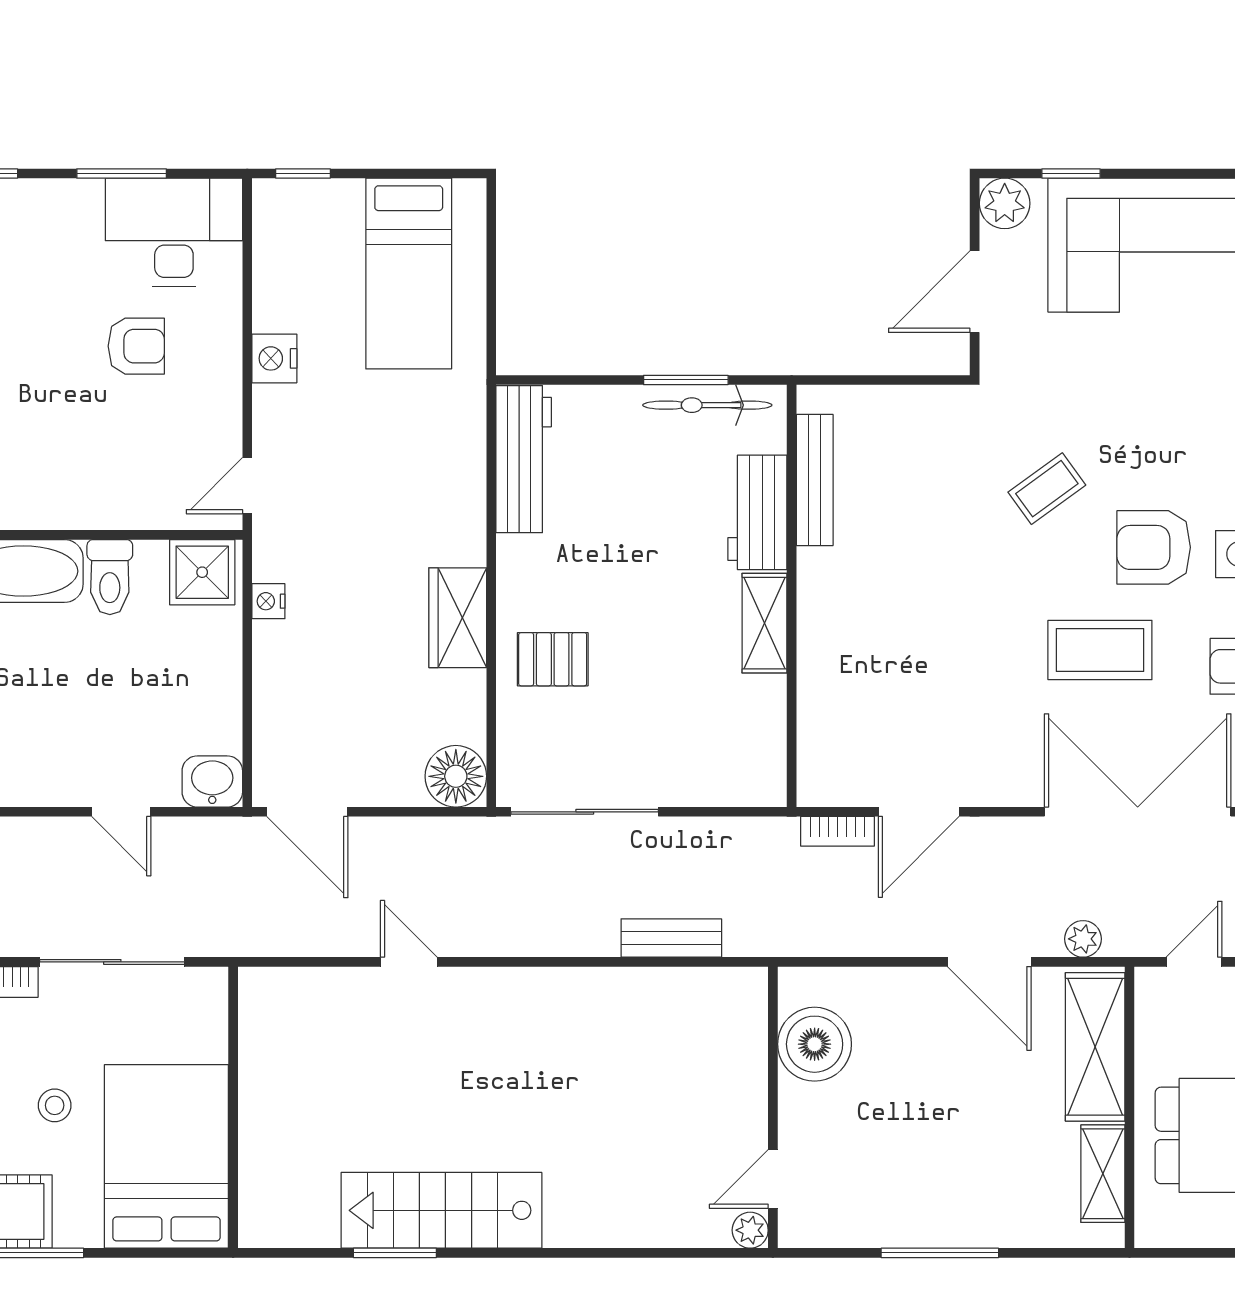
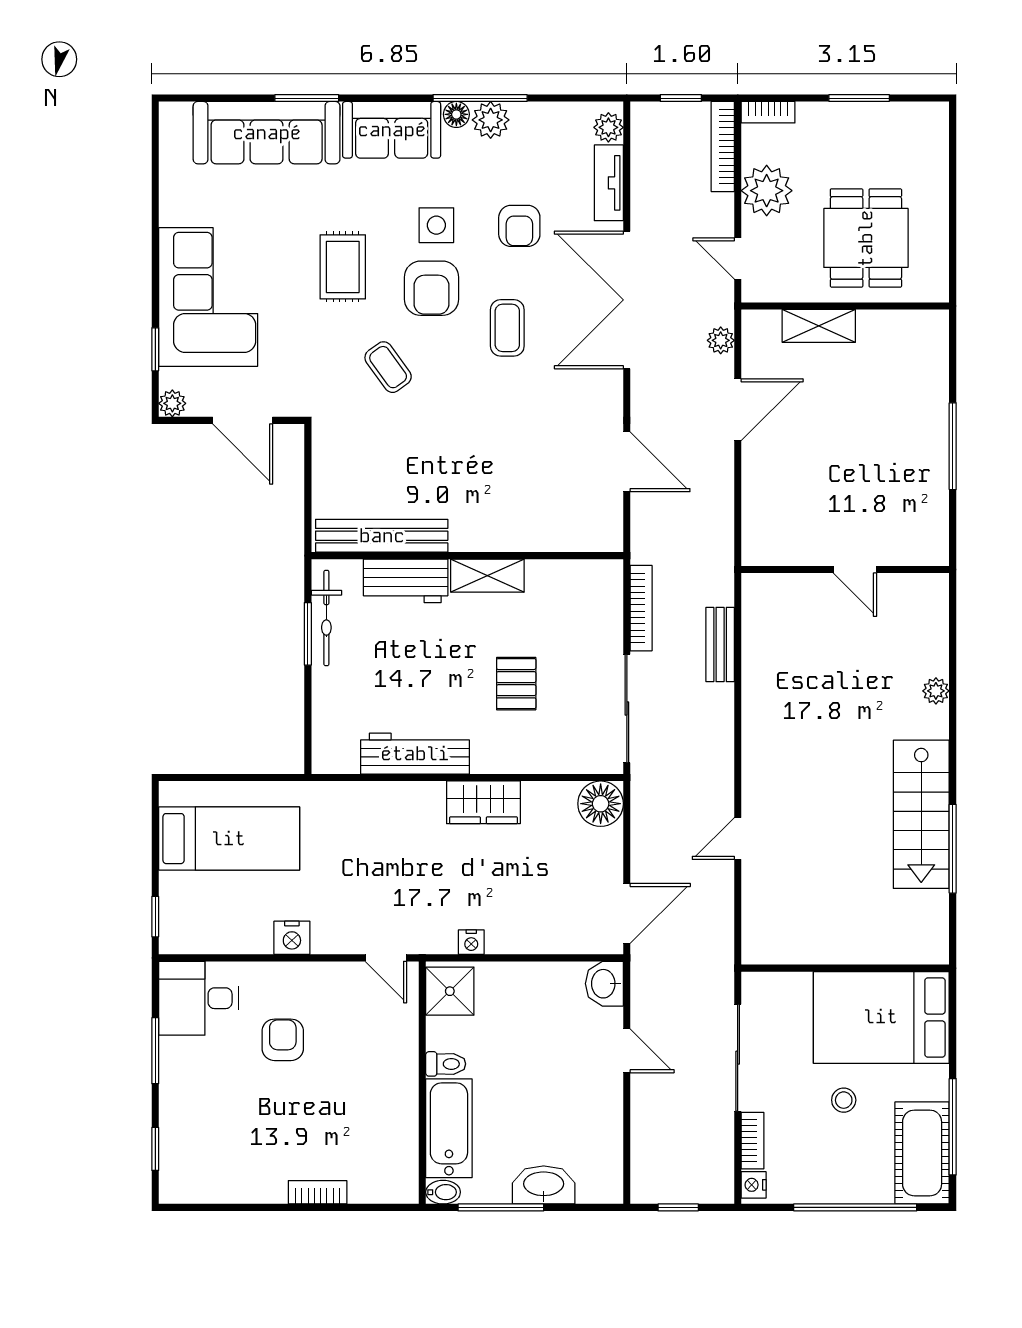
plant: (1005, 203) -> (172, 403), width x0.73, depth x0.73
desk: (174, 232) -> (199, 998), width x0.73
rug: (1183, 427) -> (343, 267), added
workbench: (524, 459) -> (415, 754), moved
bench: (815, 480) -> (382, 536), width x1.37, depth x1.21
toilet: (110, 577) -> (446, 1064), width x0.73, depth x0.72
coffee table: (1100, 650) -> (507, 328), width x0.73, depth x0.77
pallet: (553, 659) -> (516, 684), moved
door: (121, 812) -> (627, 1051), hinge flipped
bookcase: (837, 831) -> (641, 608), moved, width x1.56
boiler: (815, 1044) -> (798, 539), removed
shelving: (1095, 1047) -> (819, 326), width x0.67, depth x0.75
shelving: (1103, 1174) -> (894, 326), removed
door: (773, 1179) -> (855, 570), moved
plant: (750, 1230) -> (936, 691), moved
window: (395, 1253) -> (953, 849), width x1.44

